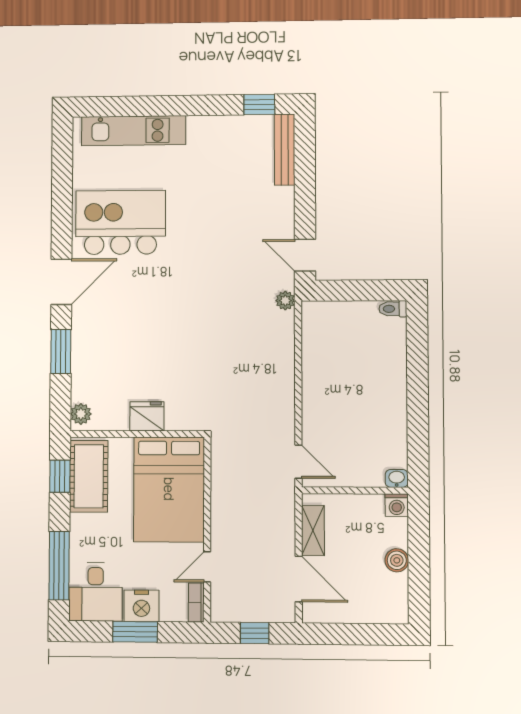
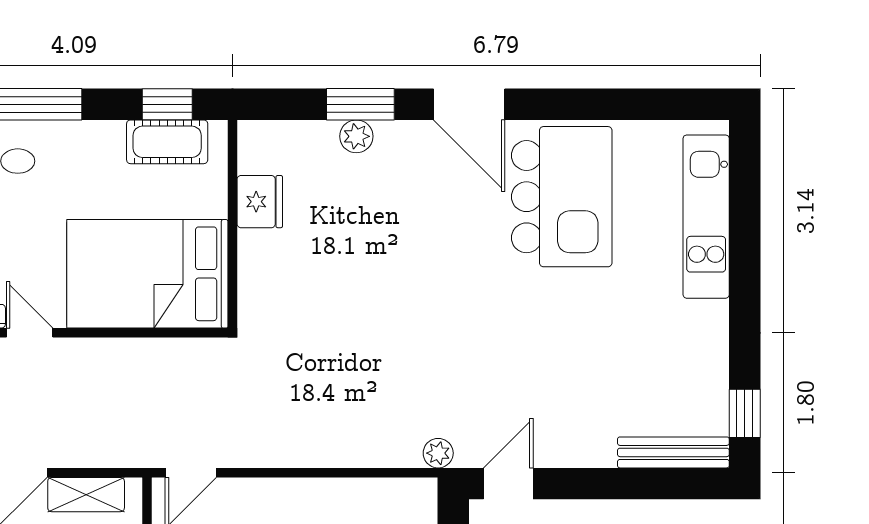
plant: (81, 414) -> (356, 136), moved
fridge: (147, 416) -> (260, 202), moved
cot: (89, 476) -> (167, 142), width x0.73, depth x0.75

